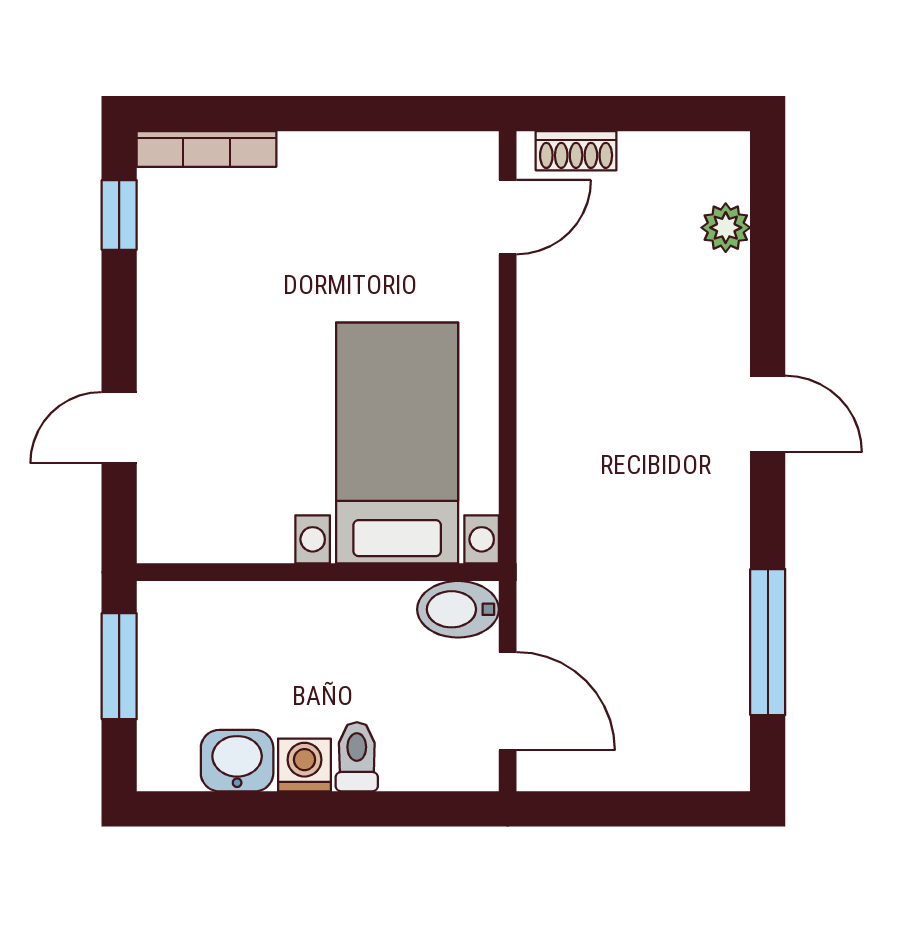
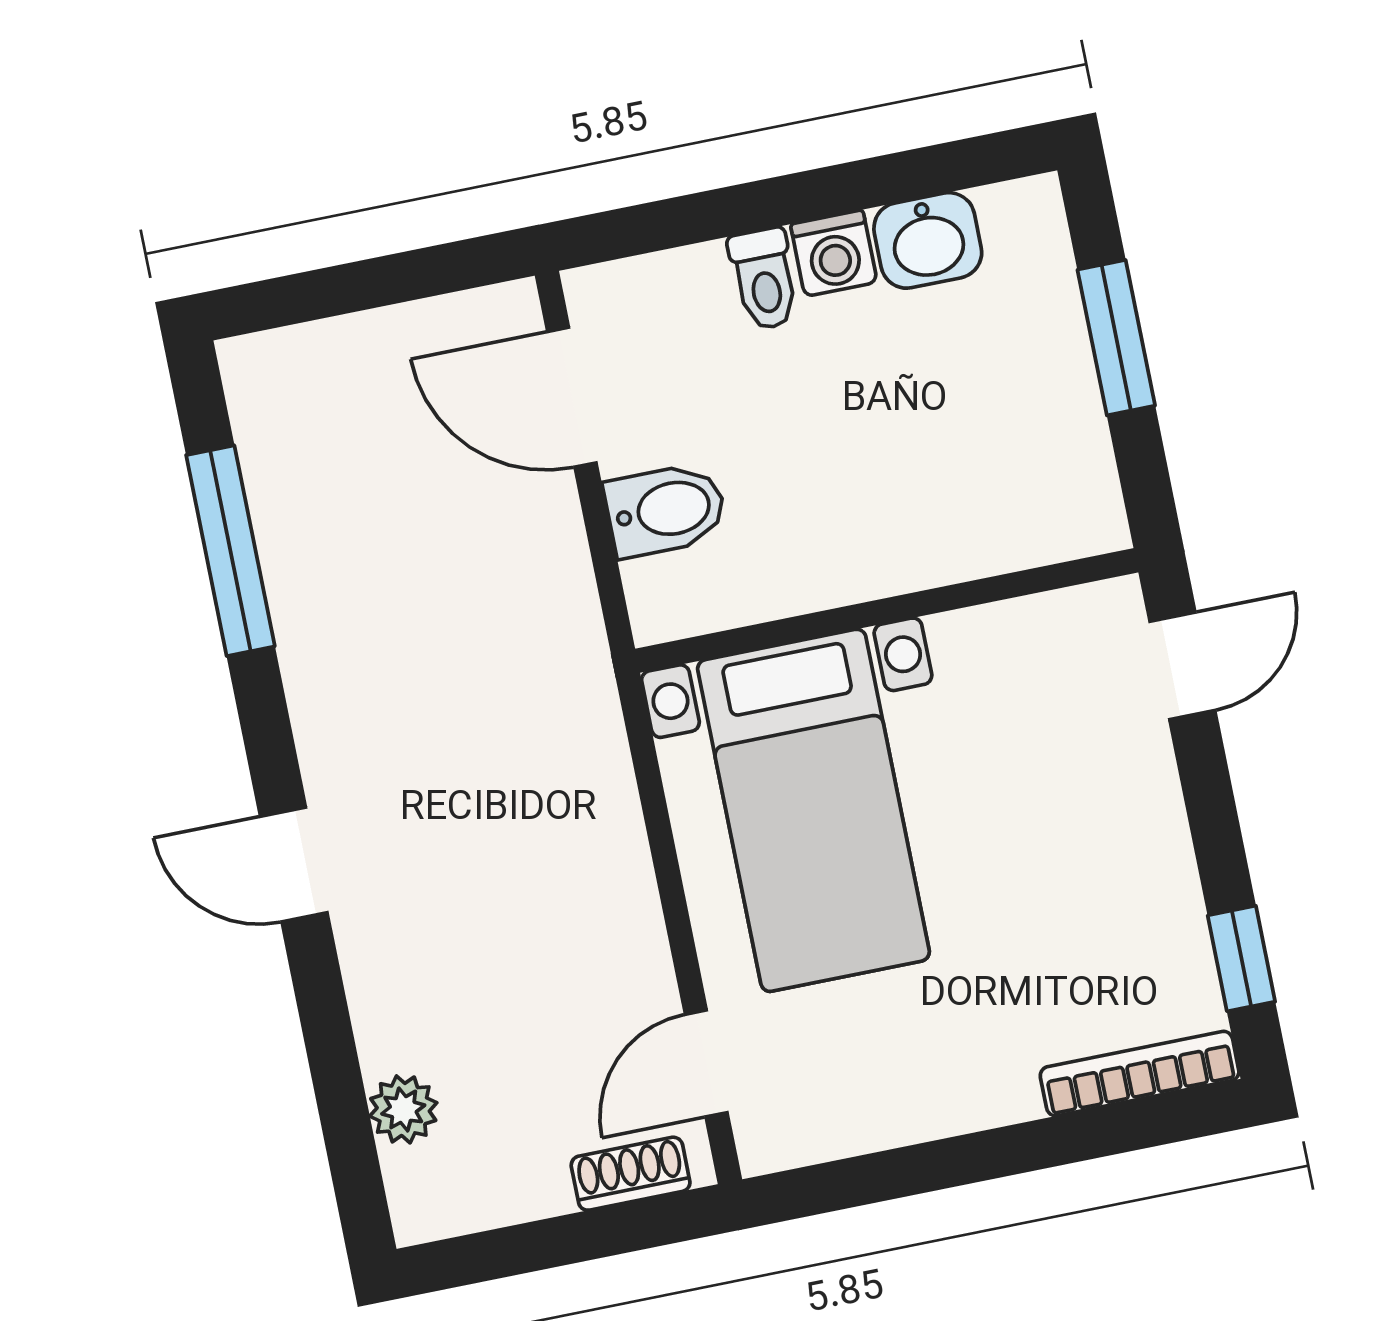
bed with nightstands: (397, 443) -> (813, 810), moved
wall: (318, 572) -> (887, 610), moved

